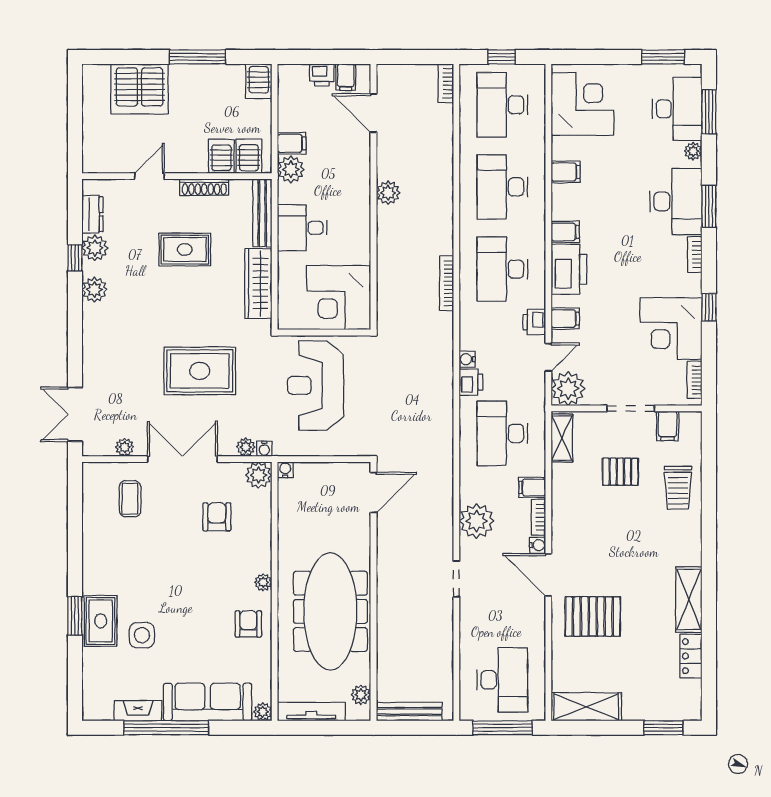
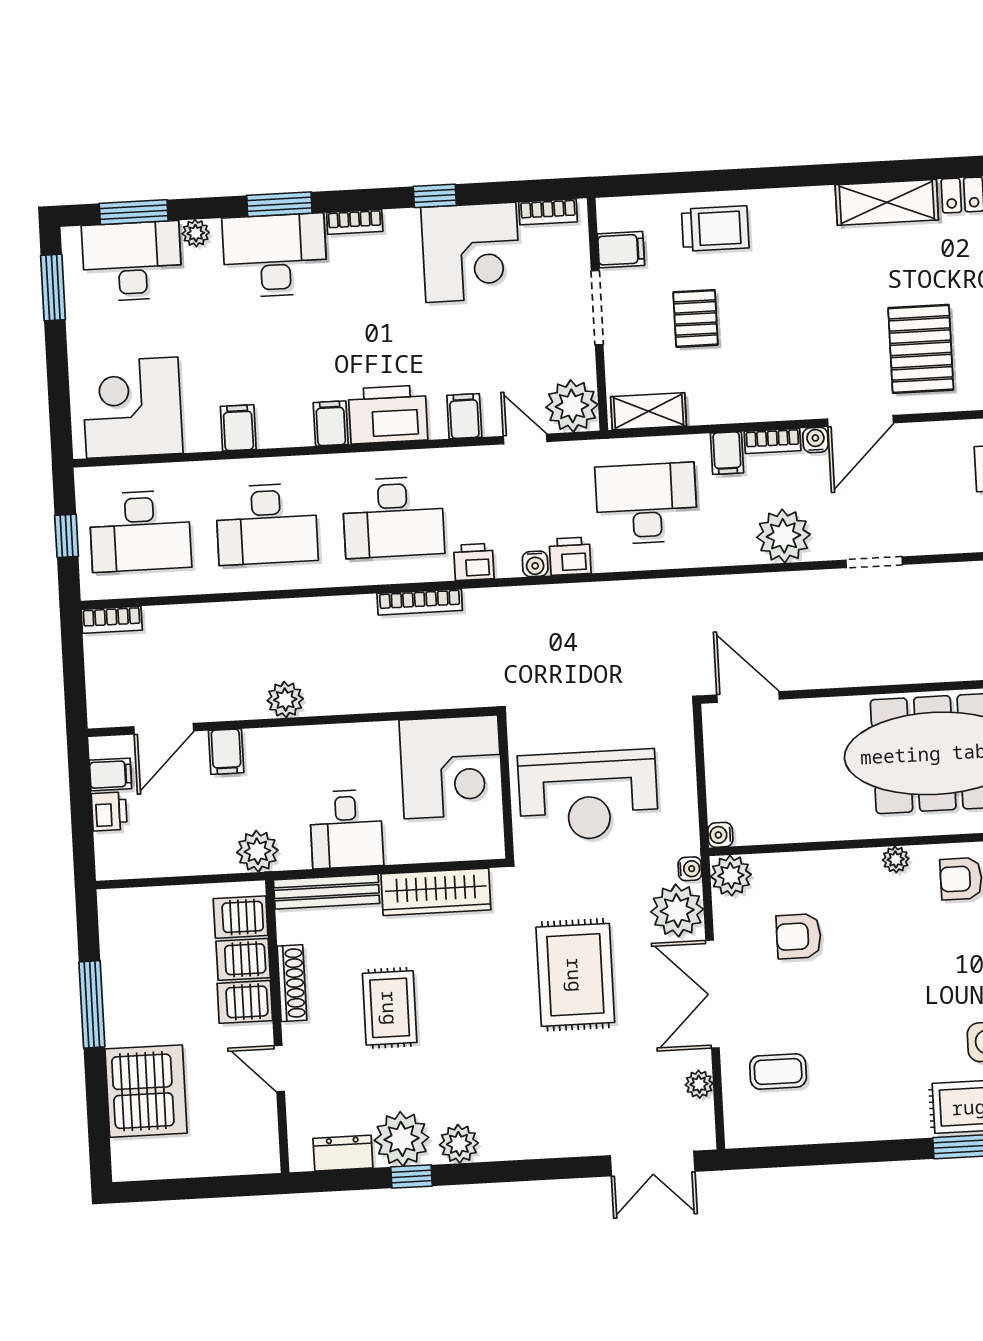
server rack: (259, 81) -> (245, 1002), moved, turned 180
filing cabinet: (292, 143) -> (226, 752), moved, turned 180
plant: (95, 248) -> (402, 1139), width x1.36, depth x1.36
printer: (534, 322) -> (474, 562), moved, turned 180
desk: (502, 433) -> (646, 503), turned 180
plant: (246, 447) -> (677, 911), width x1.88, depth x1.88

